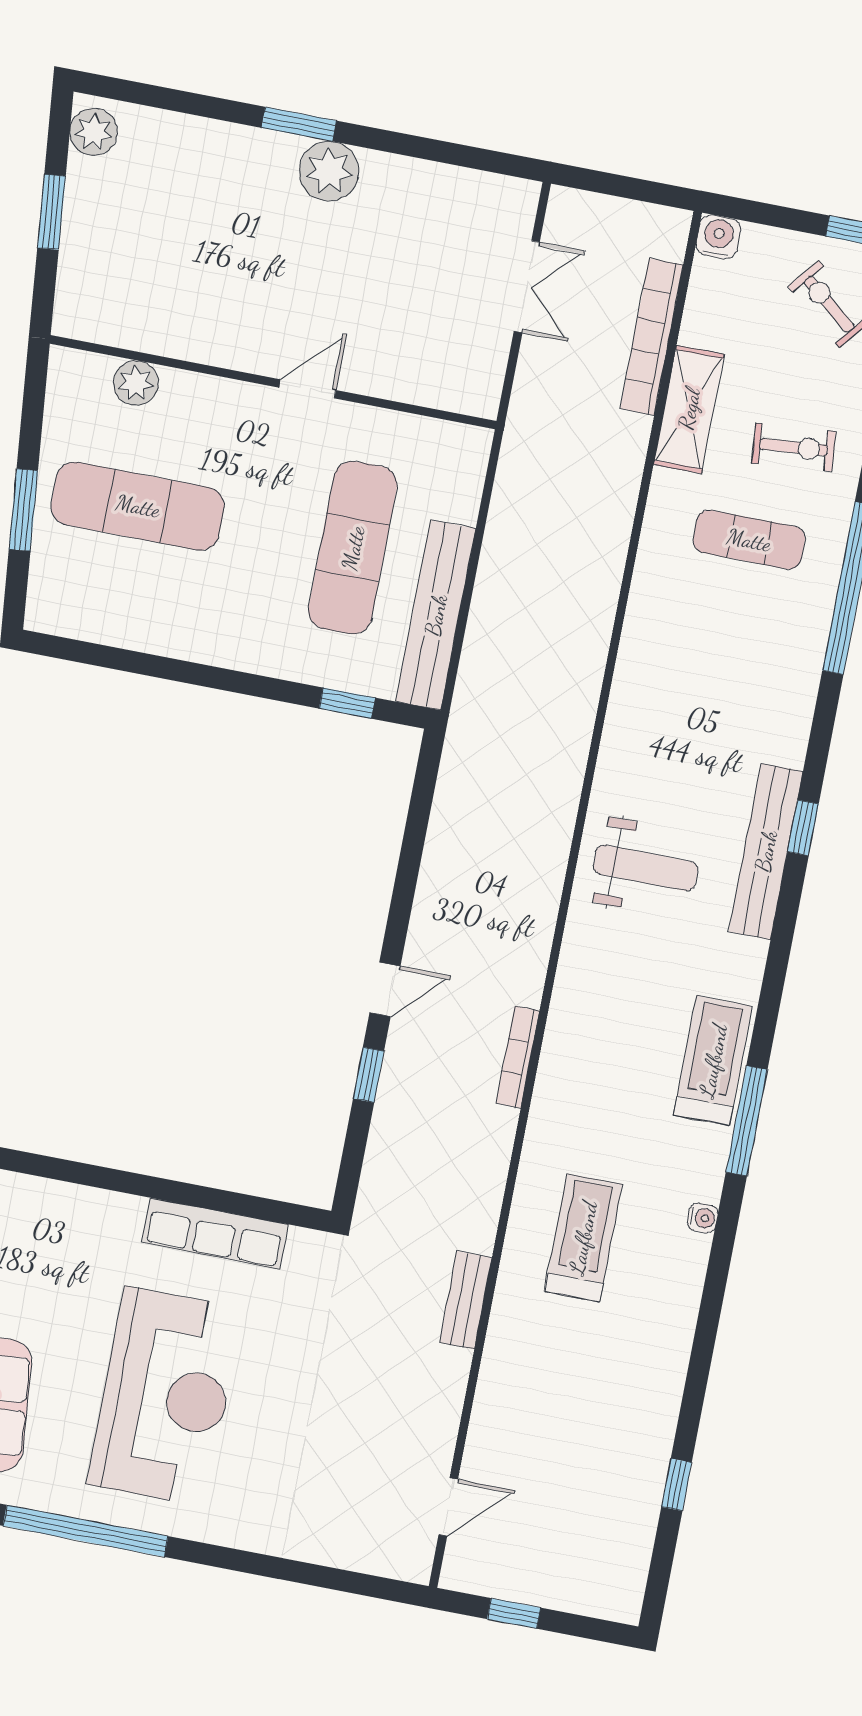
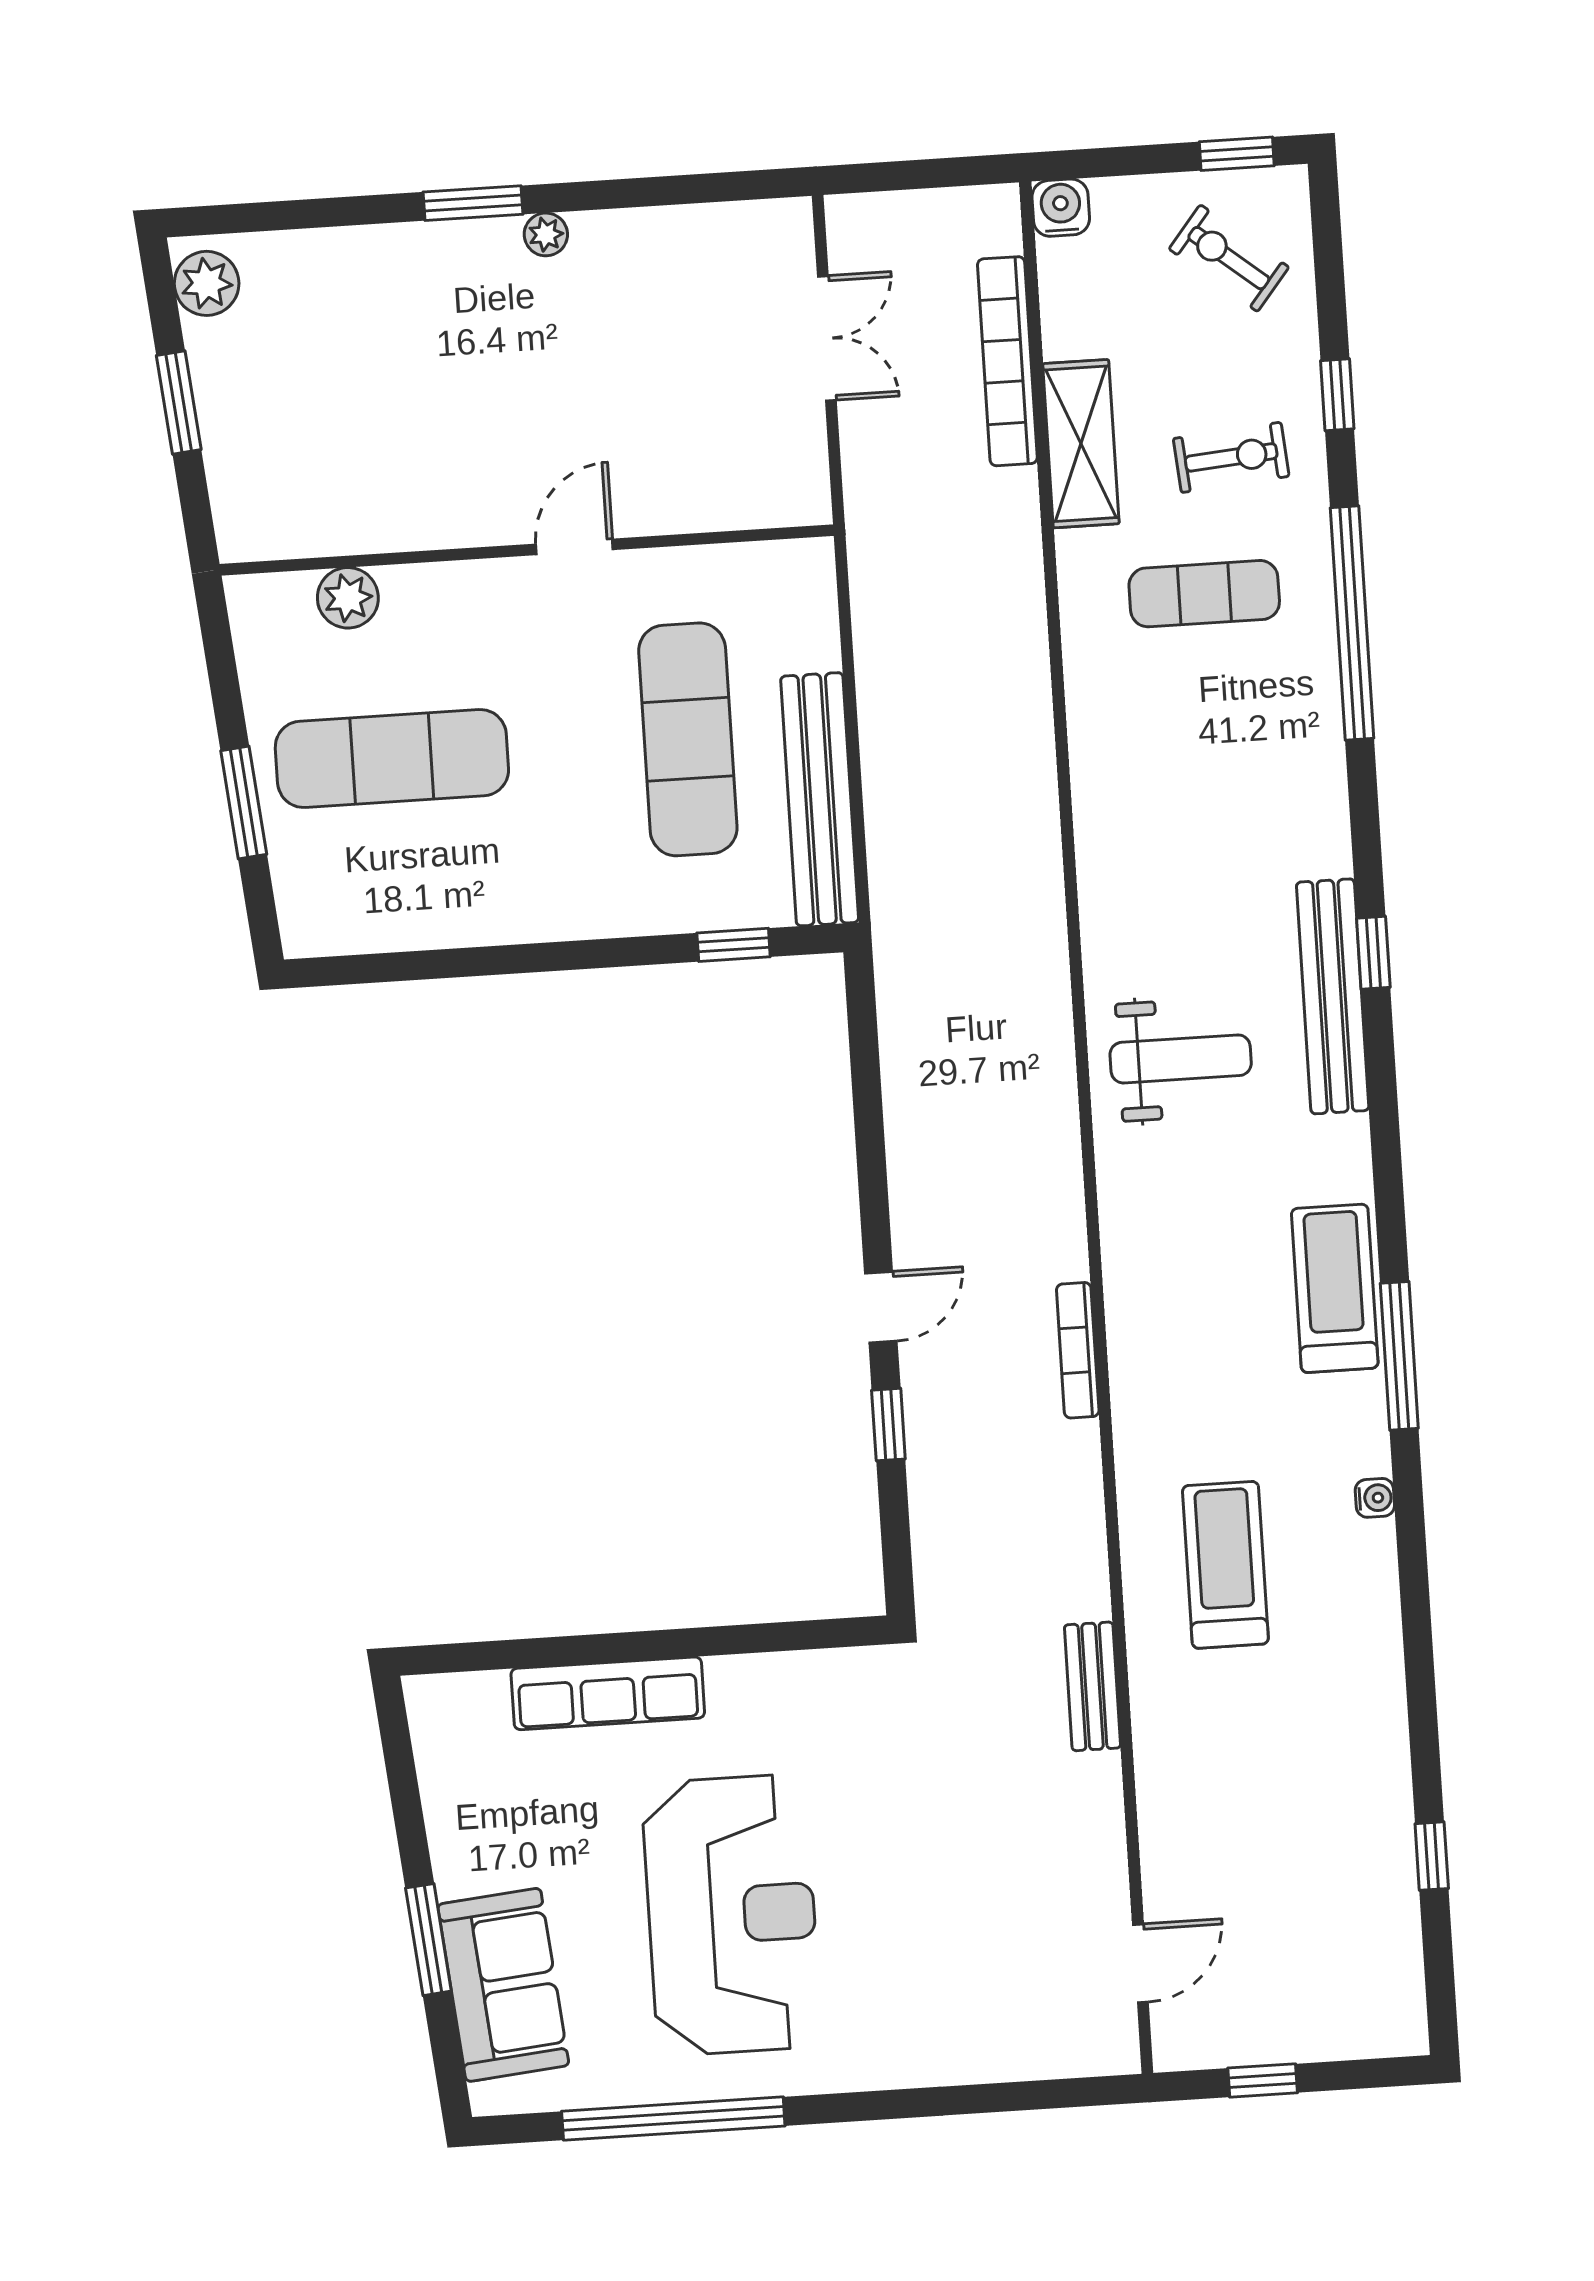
plant: (329, 171) -> (546, 234), width x0.53, depth x0.53
row of seats: (215, 1233) -> (608, 1693), moved

